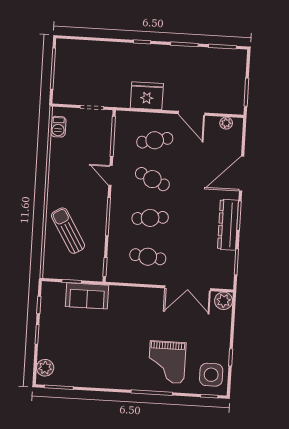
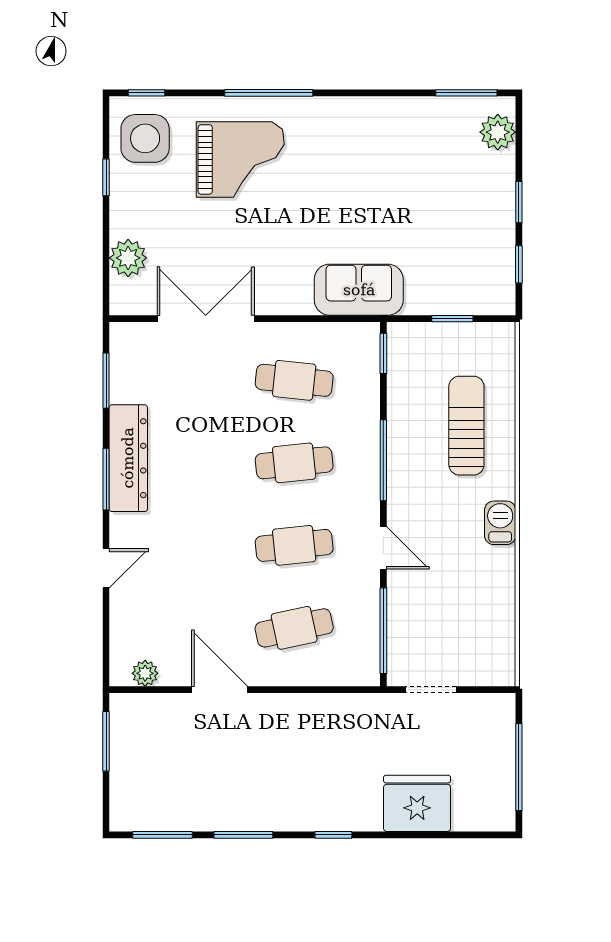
fridge: (147, 96) -> (417, 803), moved, turned 180
barbecue: (58, 127) -> (500, 523), moved
door: (242, 174) -> (106, 568), width x0.53
cafe table: (152, 179) -> (294, 545), turned -30
sun lounger: (68, 231) -> (466, 426), turned -149
sofa: (87, 296) -> (359, 290), moved
plant: (224, 301) -> (128, 258), moved
grand piano: (167, 362) -> (240, 159), turned 90

